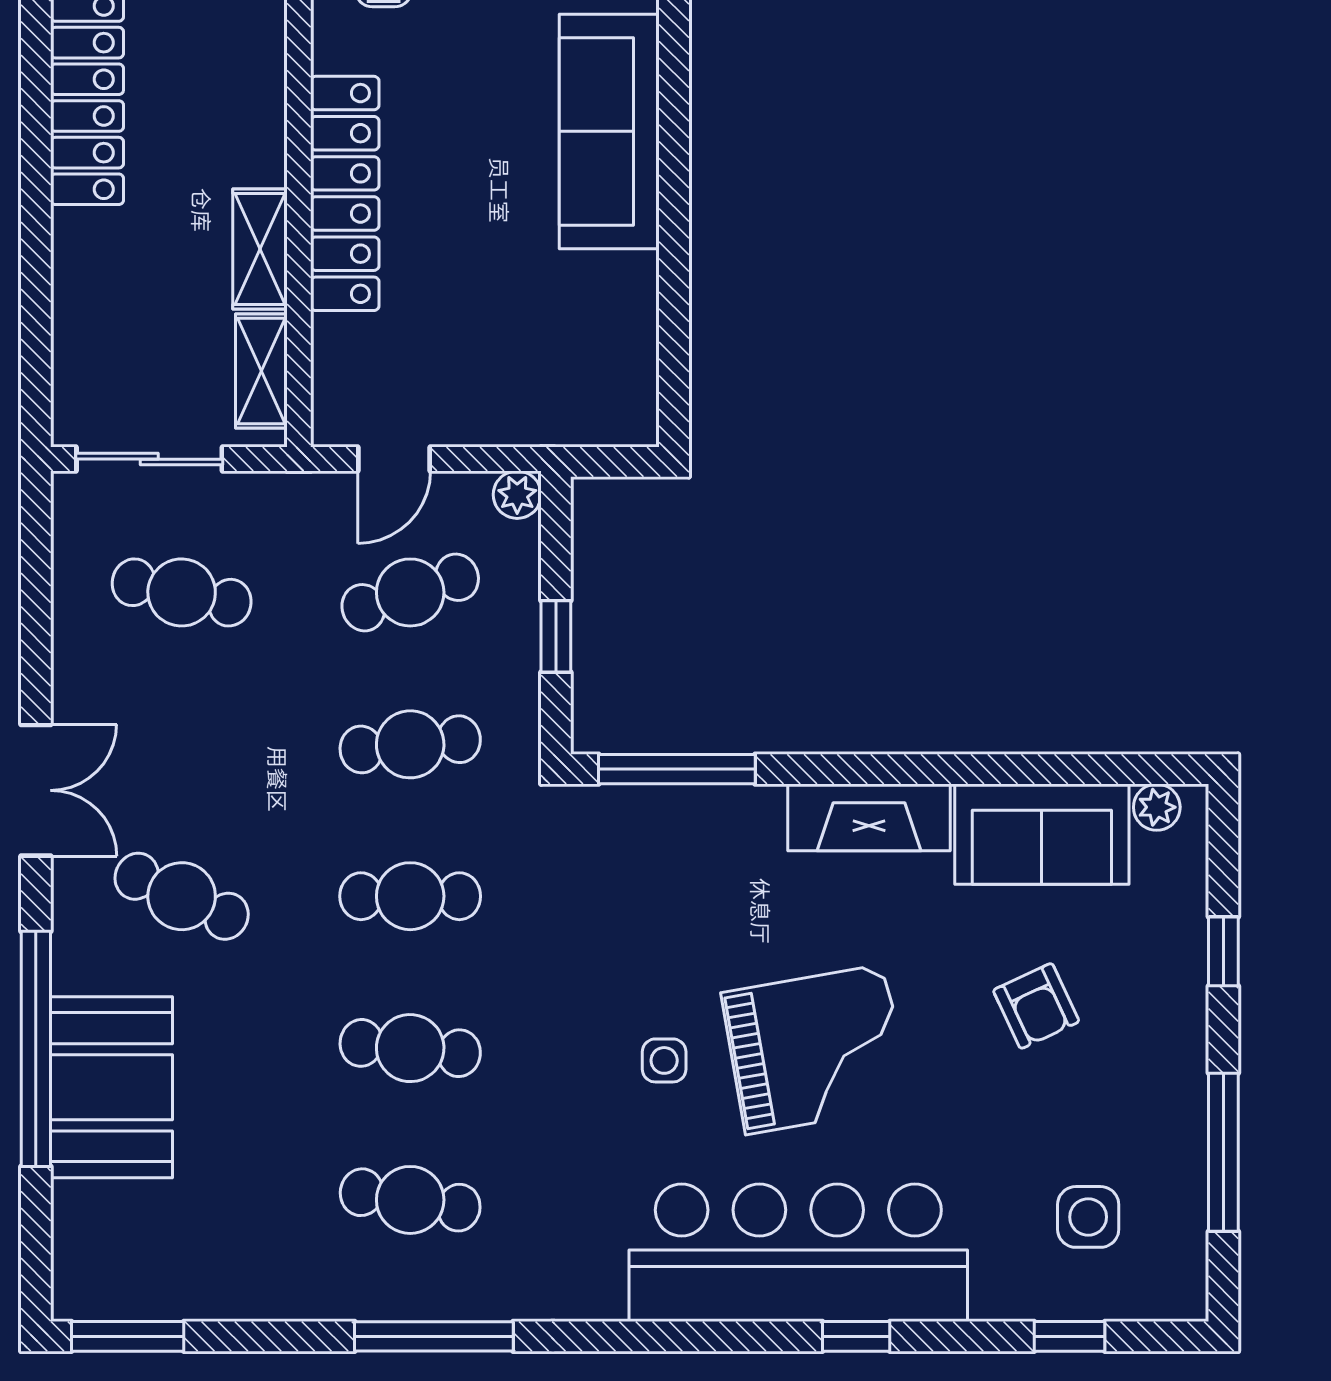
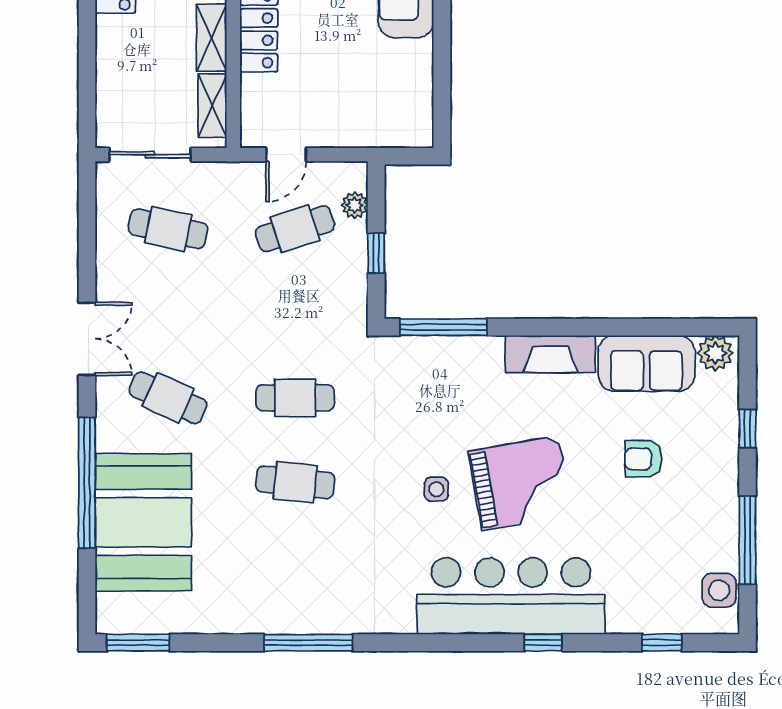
plant: (517, 495) -> (355, 205), moved
cafe table: (410, 744) -> (295, 313), removed
plant: (1157, 807) -> (715, 353), width x1.38, depth x1.38
armchair: (1036, 1006) -> (643, 459), turned 115
booth: (112, 1087) -> (143, 522), width x1.36, depth x1.42
cafe table: (410, 1200) -> (295, 567), removed
side table: (1088, 1217) -> (719, 590), moved

